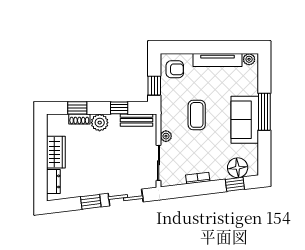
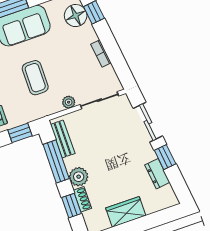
window: (119, 108) -> (56, 161), width x2.17
coffee table: (197, 115) -> (35, 78), turned 90
dresser: (53, 181) -> (157, 174), moved, turned -97

